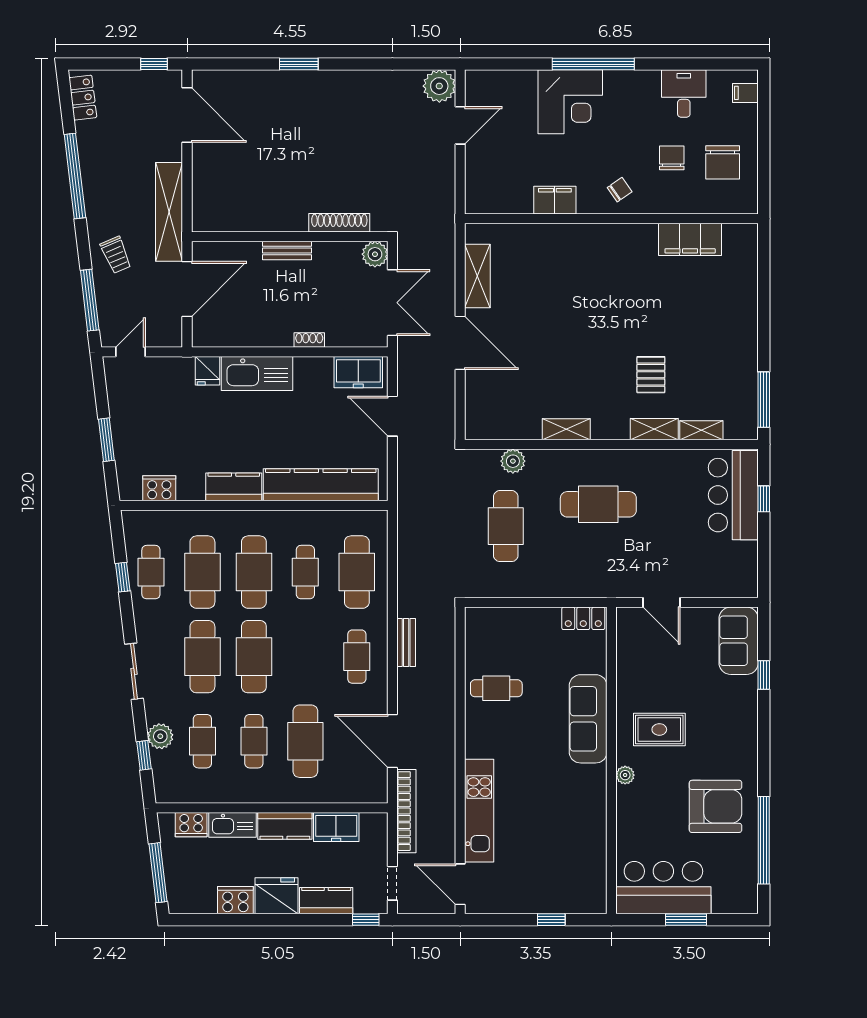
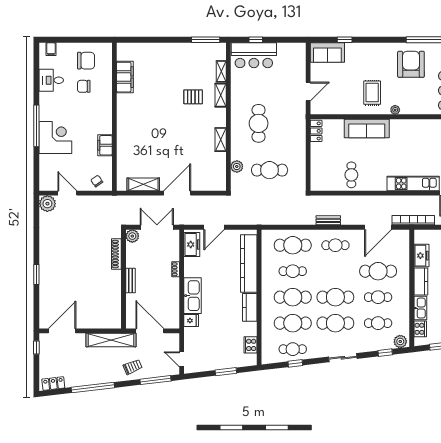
chair: (620, 190) -> (97, 181), moved
plant: (160, 736) -> (400, 341), moved

